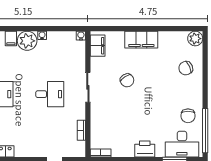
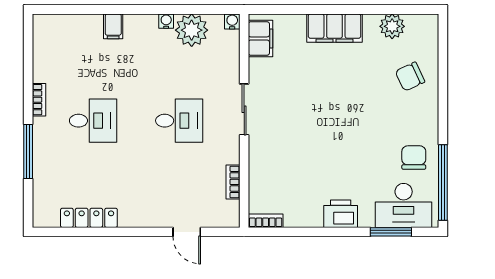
plant: (195, 39) -> (392, 26), moved
plant: (27, 41) -> (192, 30), moved
chair: (127, 80) -> (310, 97), removed
chair: (188, 116) -> (414, 158), turned 180

